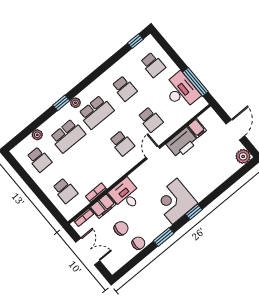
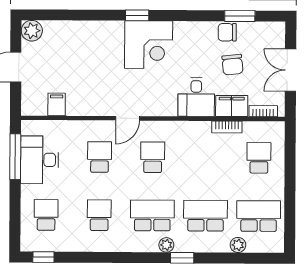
printer: (182, 143) -> (86, 102), removed
school desk: (39, 159) -> (259, 216), width x1.85
chair: (121, 228) -> (232, 65), turned -96
window: (164, 237) -> (240, 16), moved

